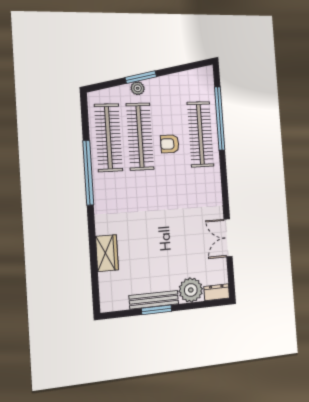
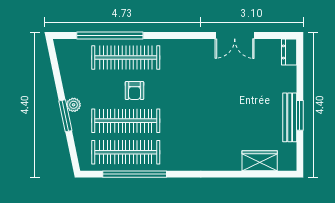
plant: (138, 88) -> (74, 105), moved
window: (88, 173) -> (135, 174), moved
wardrobe: (107, 253) -> (260, 161), moved
plant: (191, 290) -> (284, 79), removed

